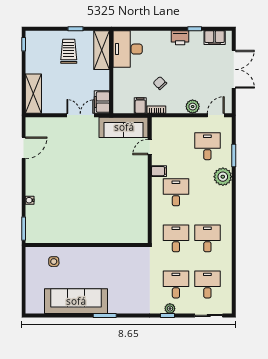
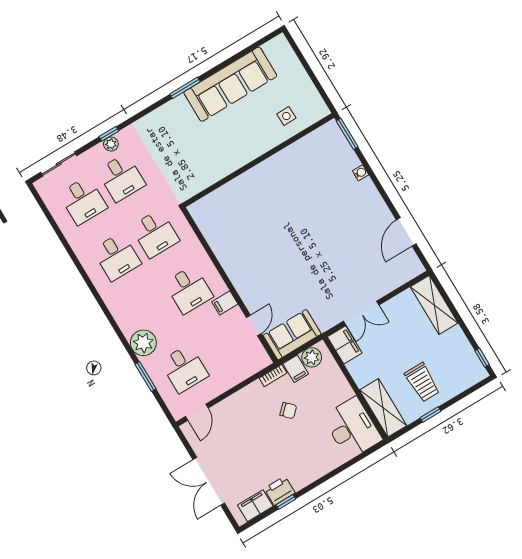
printer: (180, 38) -> (280, 491), moved
plant: (193, 107) -> (312, 357), moved
sofa: (124, 127) -> (292, 335), width x0.73

